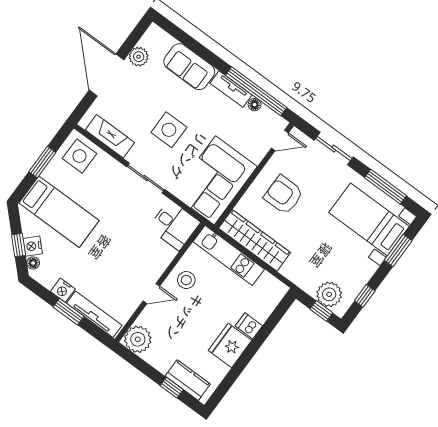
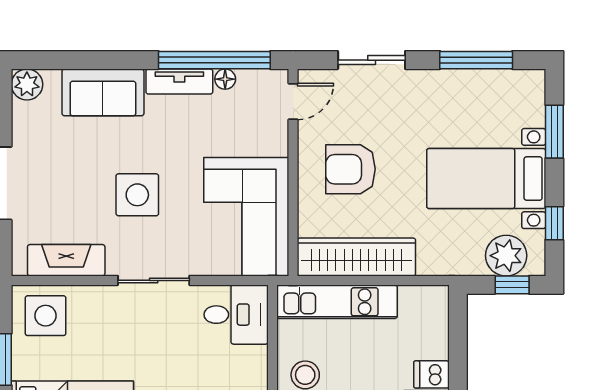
plant: (139, 57) -> (27, 84), moved
bed with nightstands: (369, 219) -> (486, 179), moved

